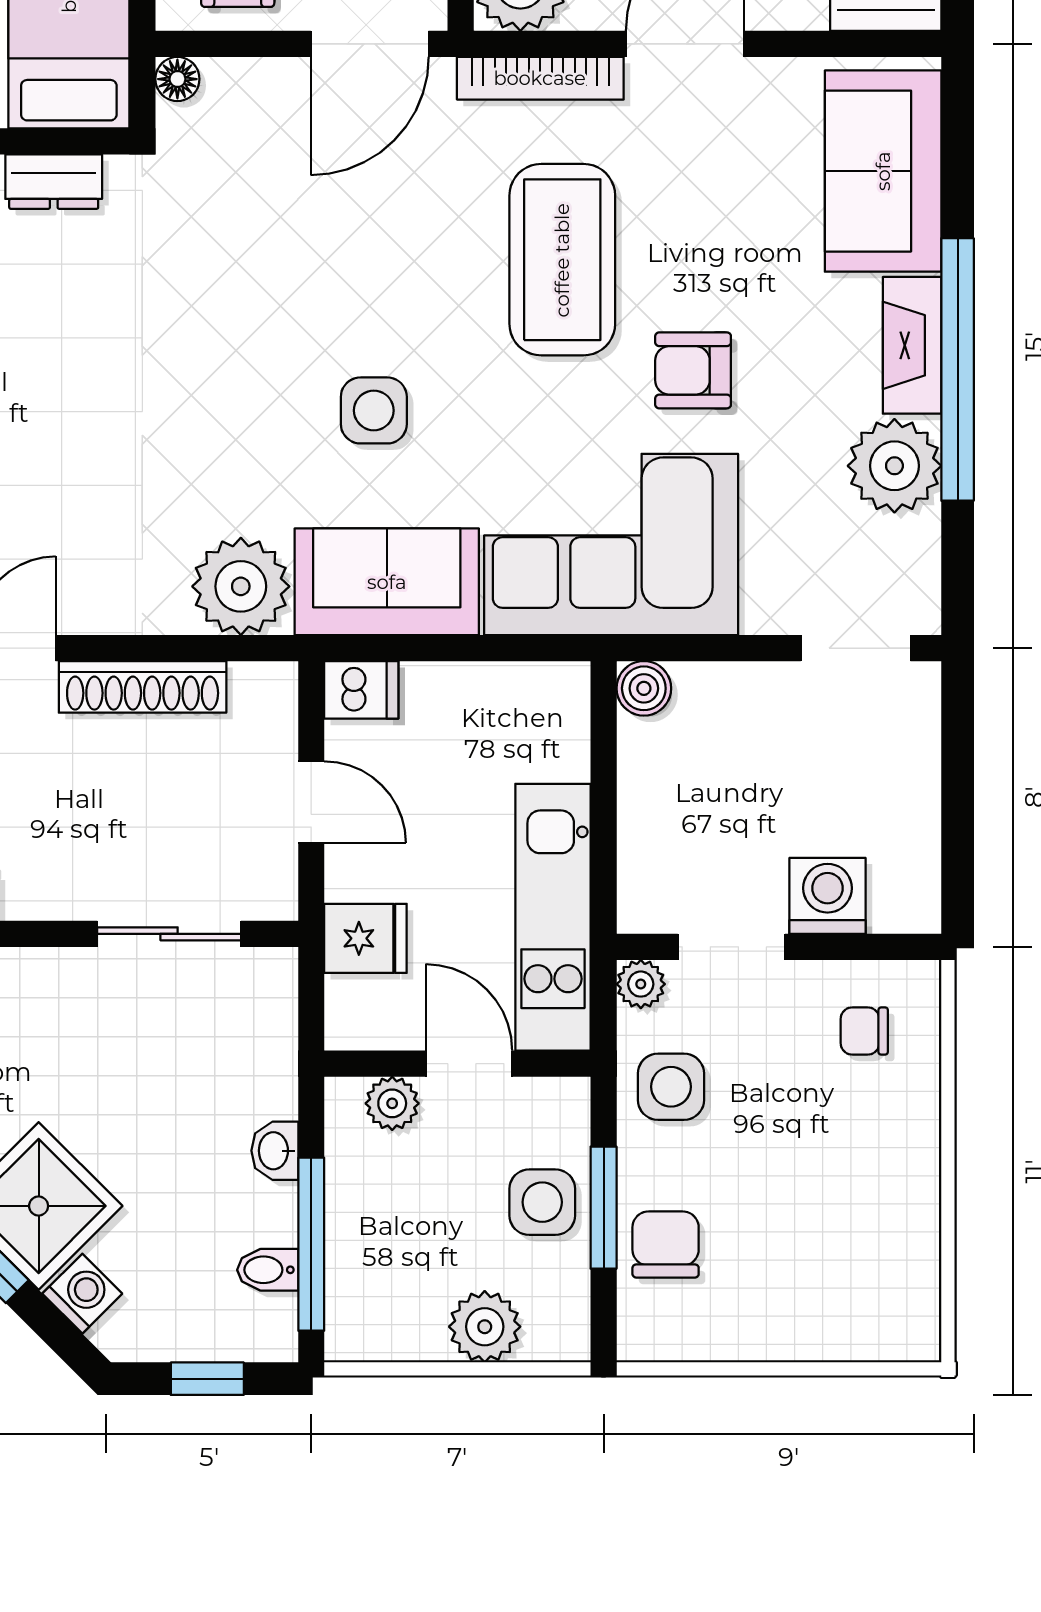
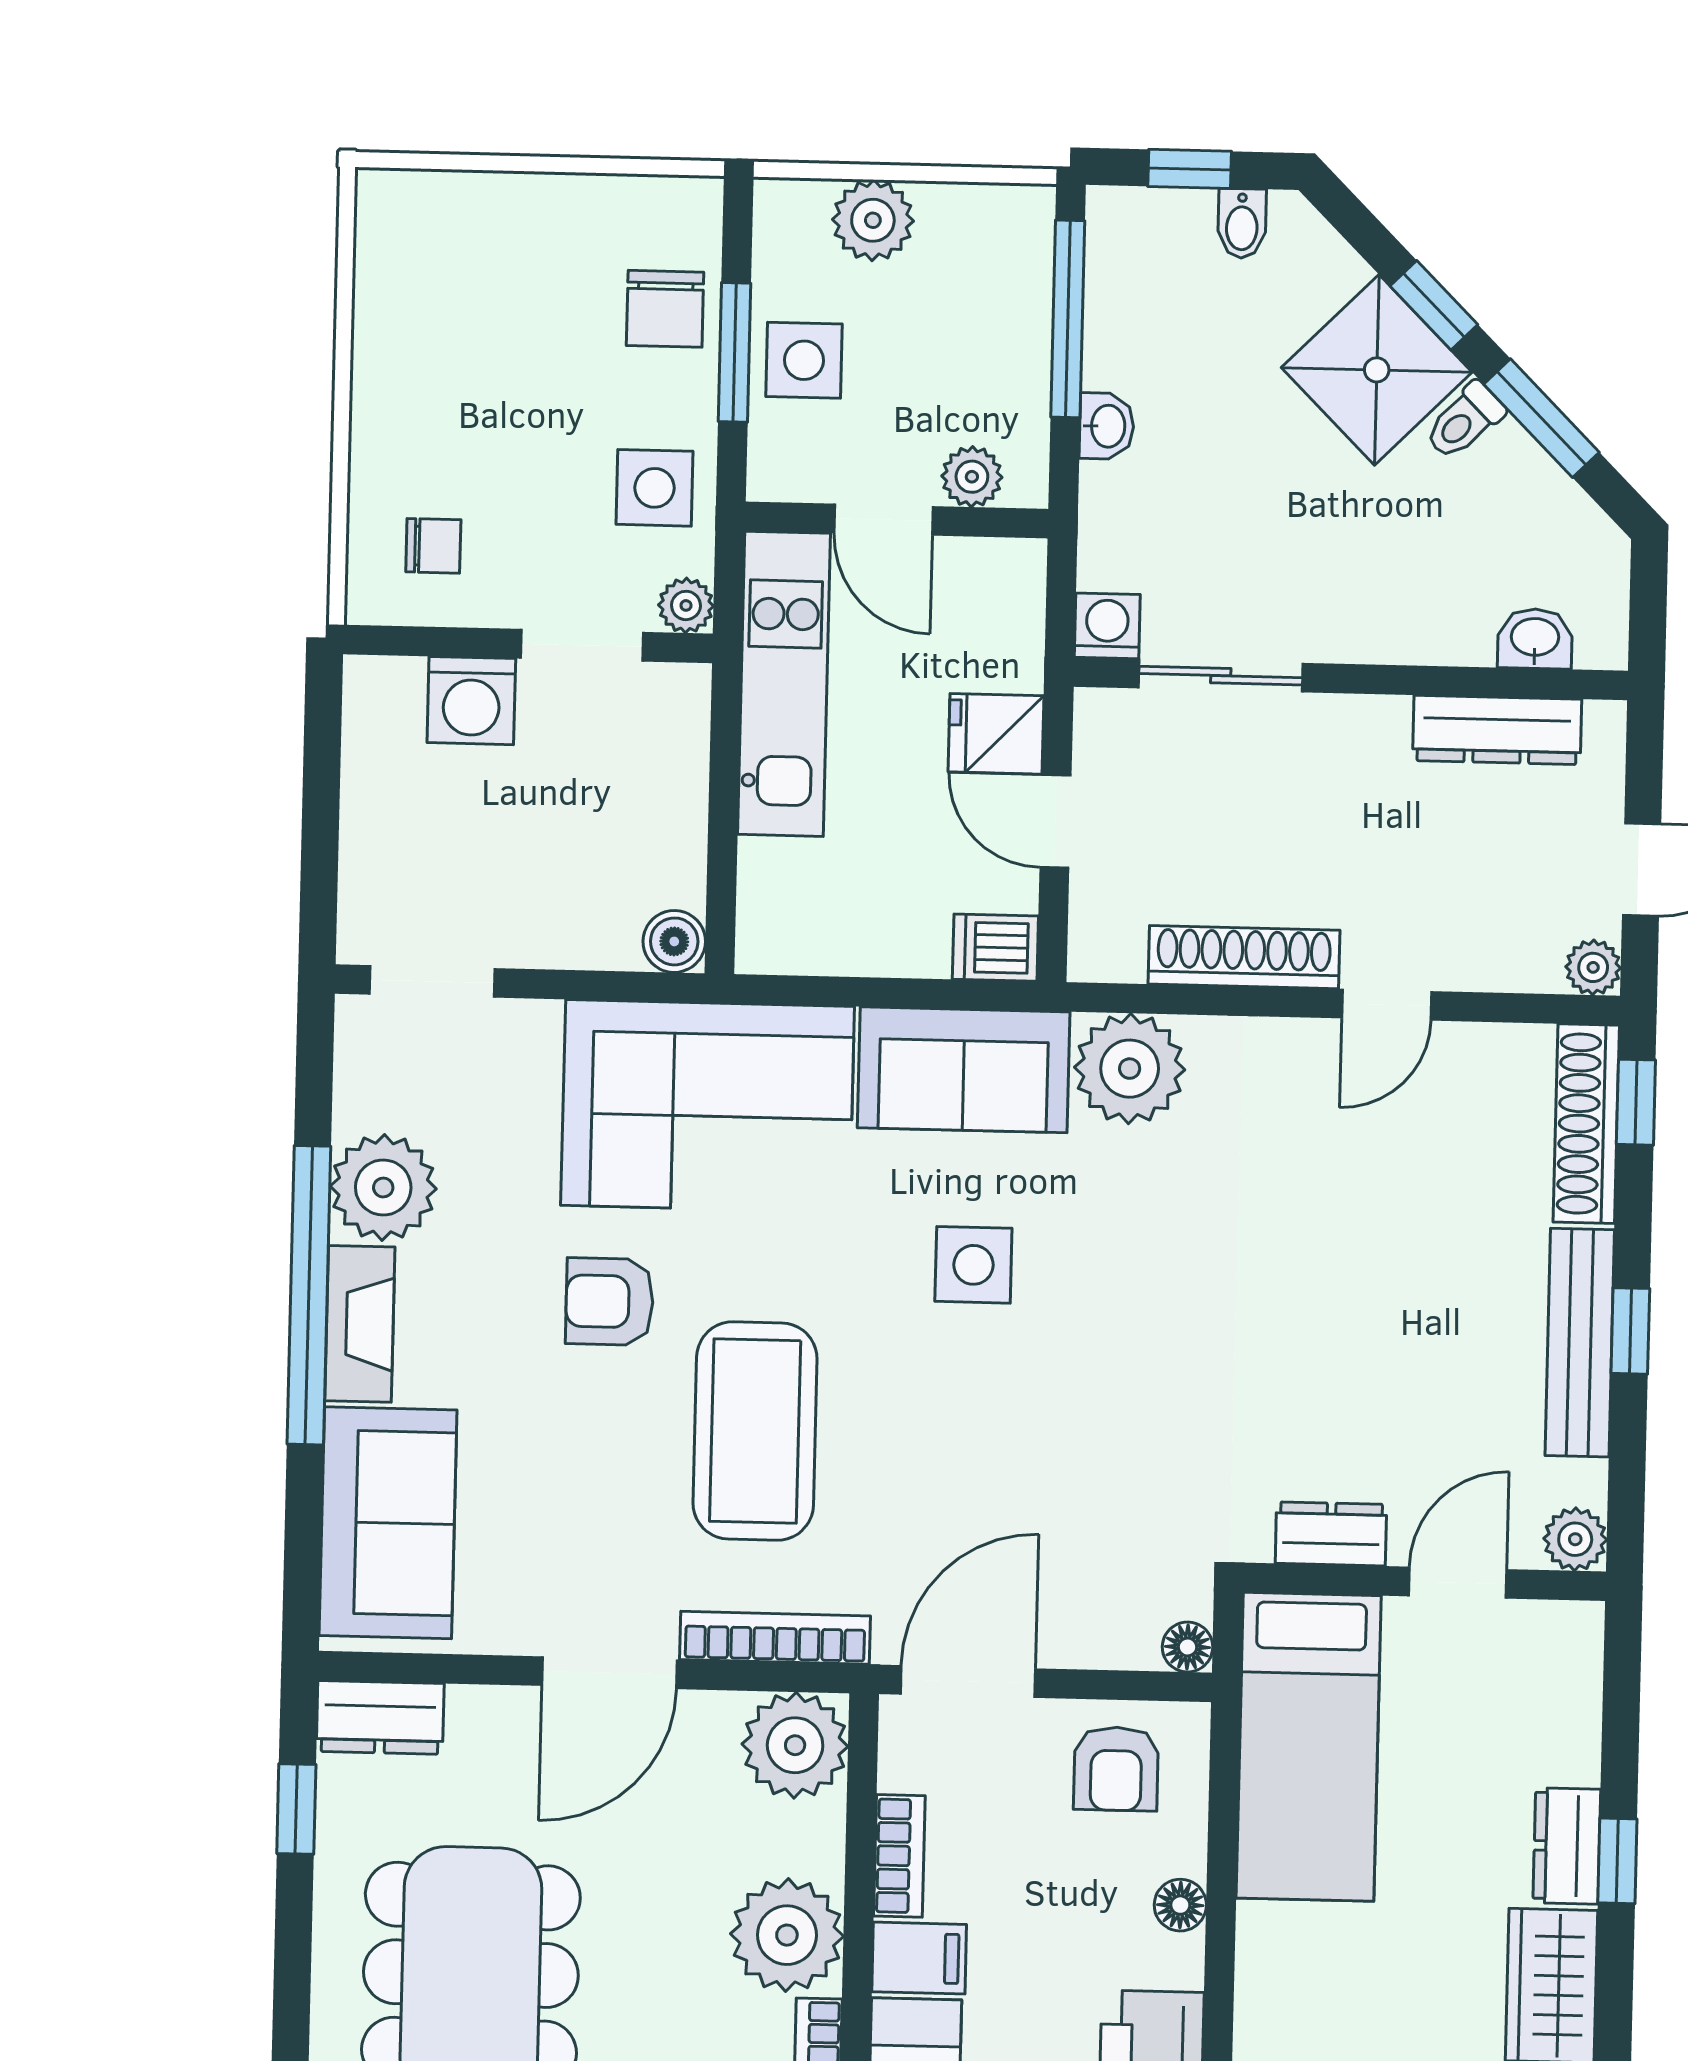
armchair: (693, 370) -> (610, 1301), turned 180
fridge: (365, 938) -> (996, 734), moved
bidet: (268, 1270) -> (1242, 223), moved, turned 90
washing machine: (82, 1294) -> (1107, 626), moved, turned 135

